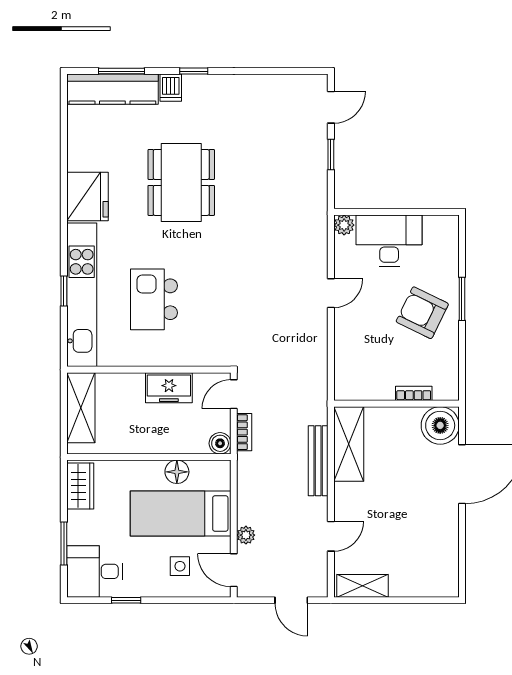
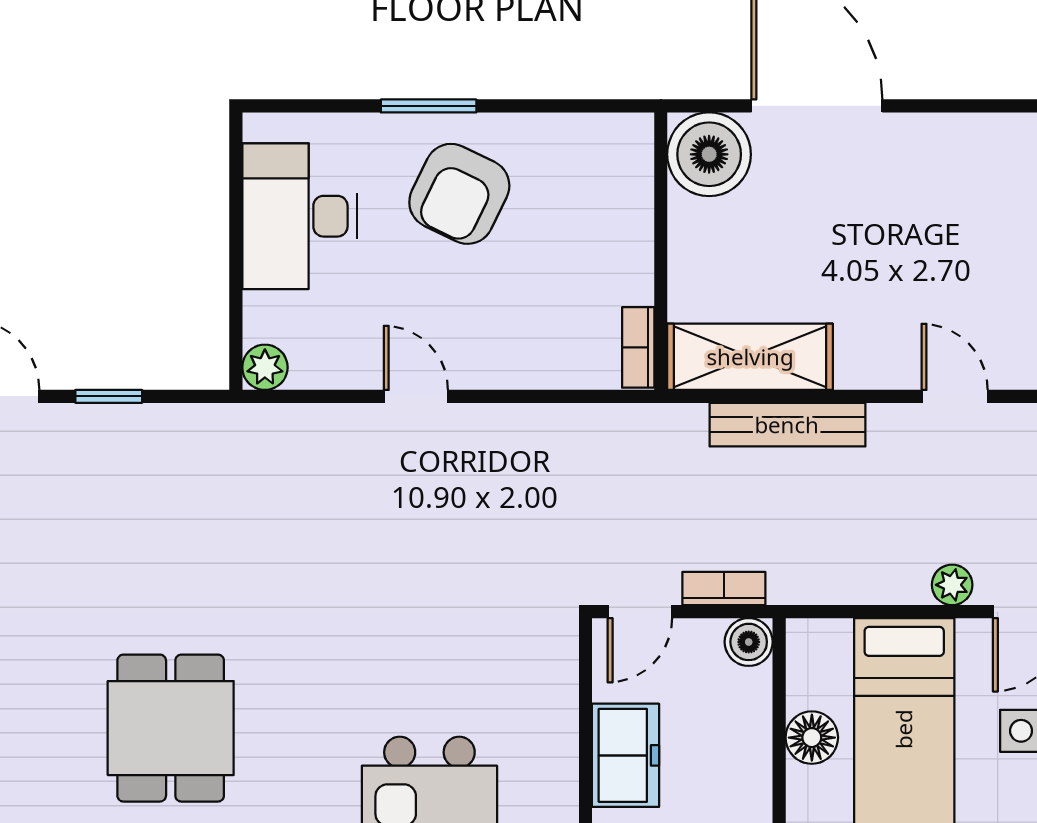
dining table: (181, 182) -> (171, 728), width x0.73
desk: (389, 241) -> (300, 216), moved
bookcase: (414, 393) -> (638, 347), moved
door: (234, 394) -> (640, 612), hinge flipped

